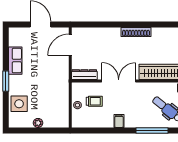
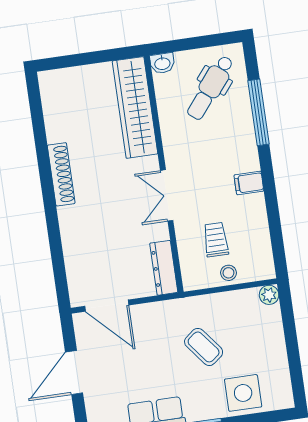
double door: (119, 81) -> (167, 195), width x0.73
coffee table: (44, 88) -> (204, 347), added
plant: (38, 123) -> (269, 295), moved

